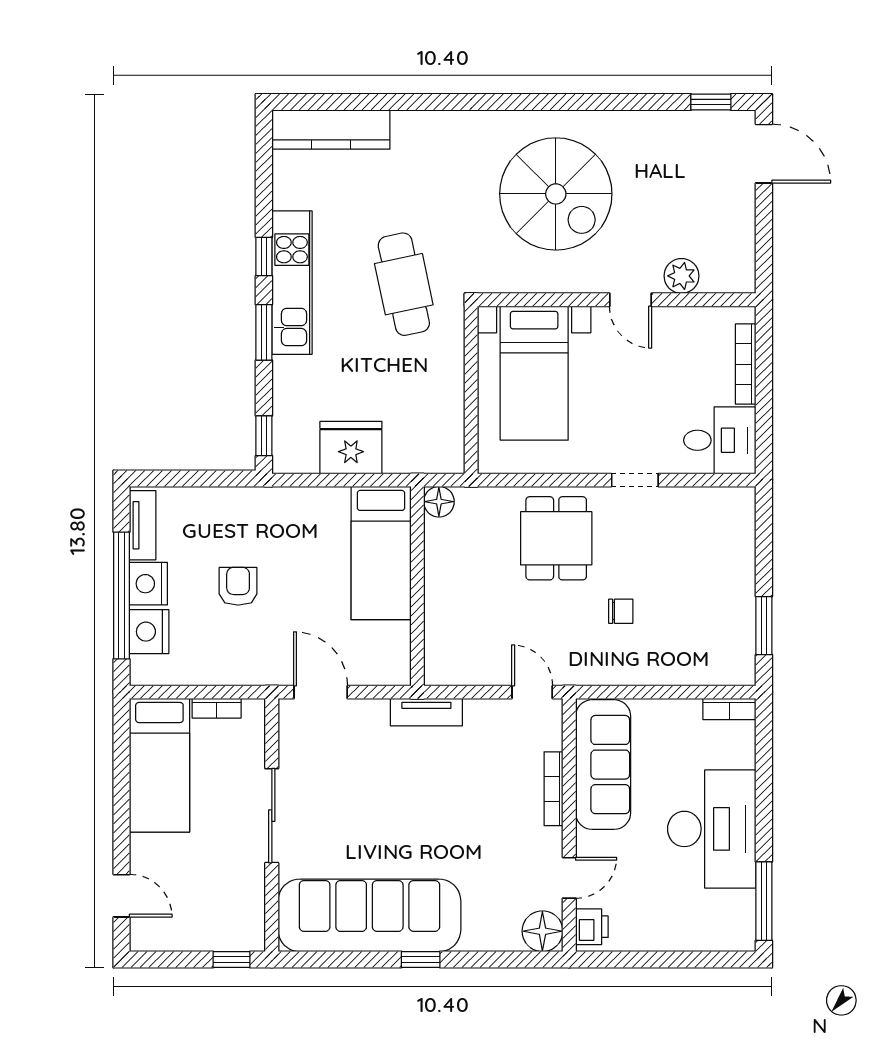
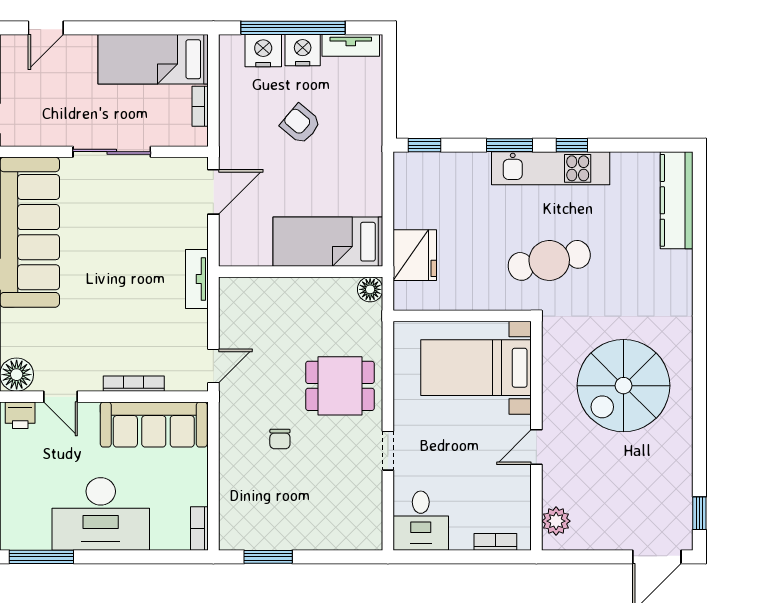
plant: (682, 276) -> (556, 521), moved
bookcase: (746, 364) -> (495, 542), width x0.64
fridge: (351, 448) -> (415, 255), moved
armchair: (238, 586) -> (301, 124), turned -140

